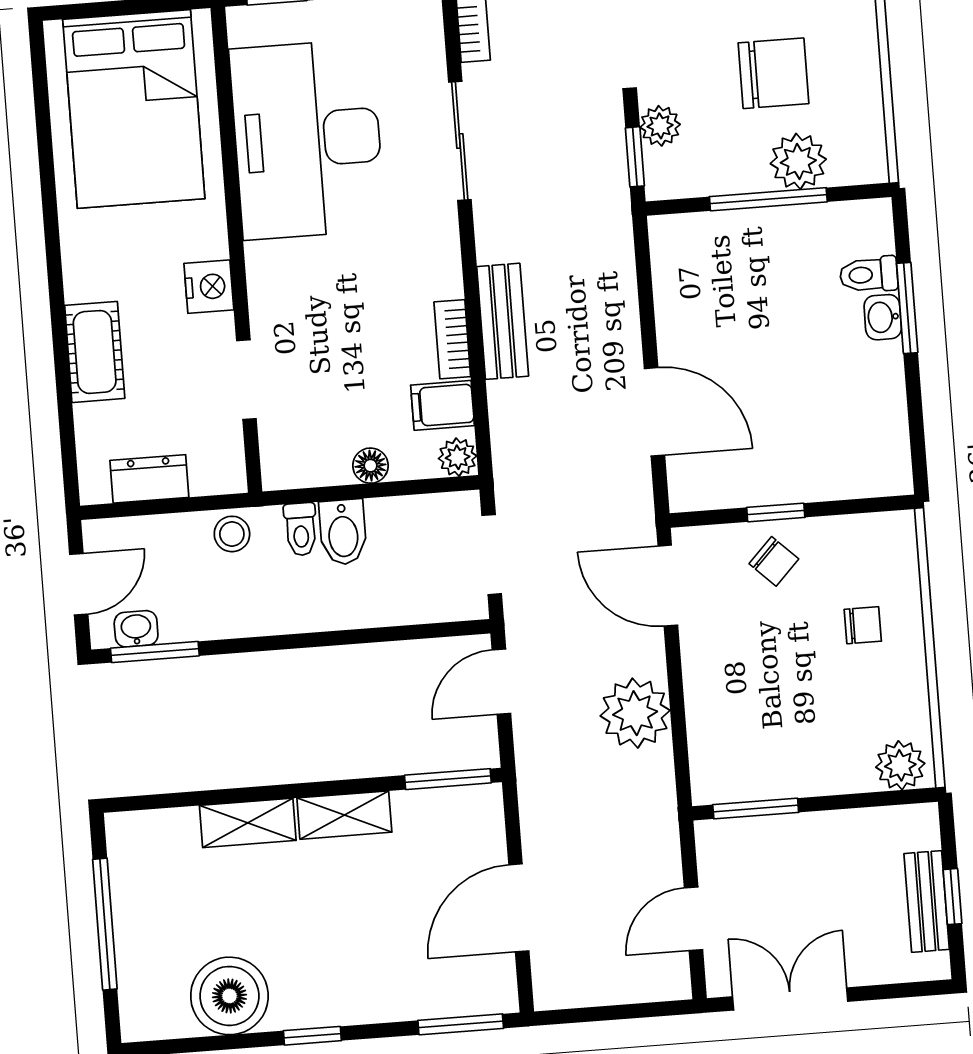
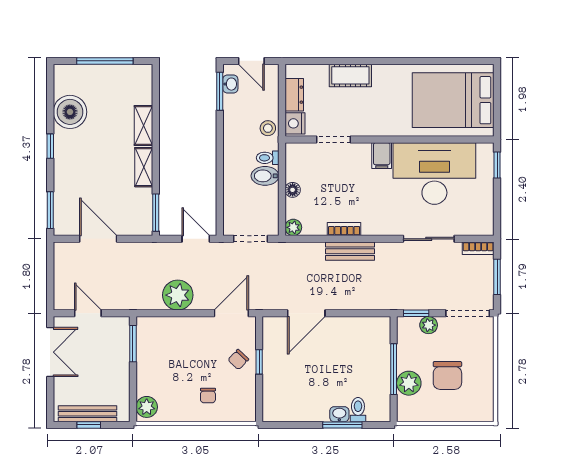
nightstand: (209, 287) -> (295, 123), moved, turned 90
filing cabinet: (443, 405) -> (382, 156), moved, turned 180
bench: (927, 901) -> (87, 414), width x1.36

